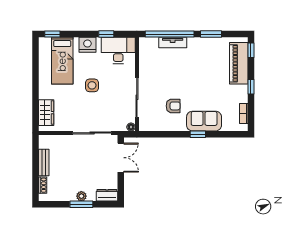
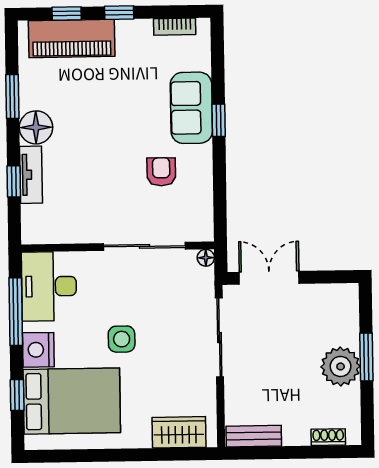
window: (52, 34) -> (17, 395), moved
window: (106, 34) -> (16, 312), width x2.17
window: (170, 34) -> (14, 181), width x0.32
floor lamp: (196, 45) -> (36, 127), added
window: (251, 50) -> (67, 13), moved
bed: (62, 61) -> (72, 401), width x1.50
bench: (44, 162) -> (254, 436), moved
dresser: (107, 195) -> (347, 305), removed
plant: (81, 196) -> (341, 366), width x1.88, depth x1.88

